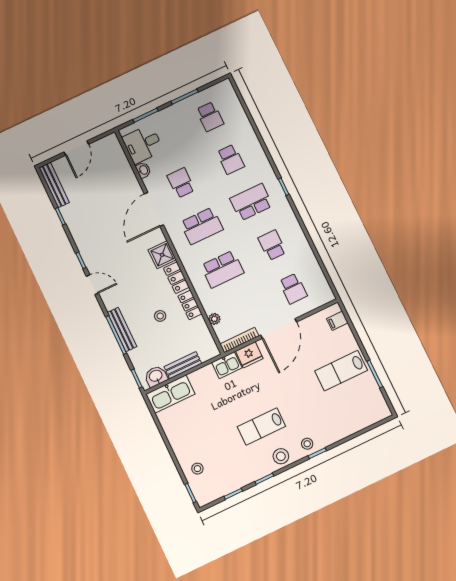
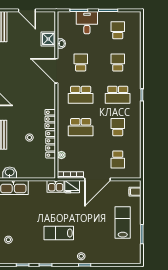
school desk: (210, 117) -> (118, 30), turned 180
desk: (143, 144) -> (87, 23), moved, turned 90
door: (76, 148) -> (27, 10), hinge flipped
school desk: (231, 159) -> (118, 63), turned 180
school desk: (251, 202) -> (118, 95), turned 180
door: (154, 209) -> (56, 71), hinge flipped
shower: (162, 255) -> (48, 39), moved
locker: (190, 305) -> (51, 144), width x1.53
bench: (183, 365) -> (29, 174), removed
lab bench: (341, 371) -> (123, 222), turned 90
stool: (281, 456) -> (62, 256), removed

